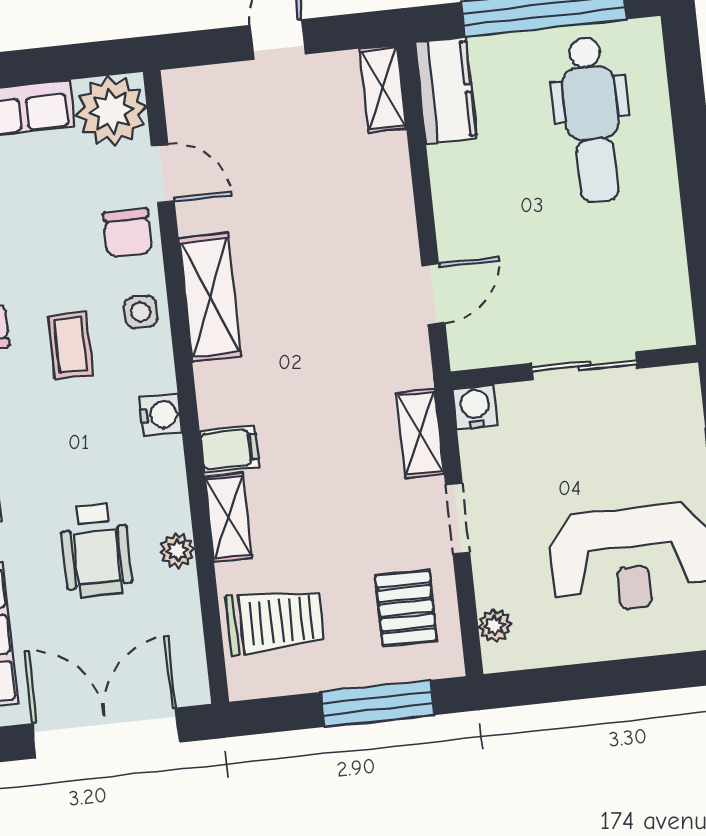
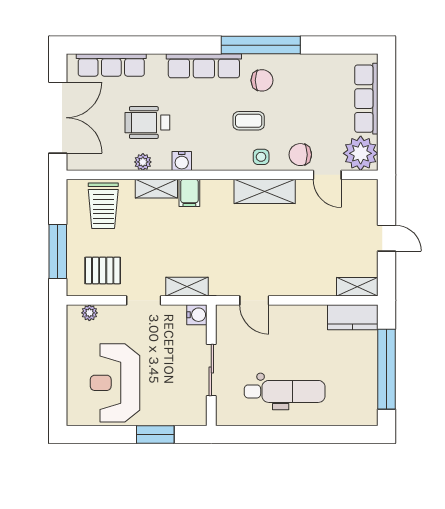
dental chair: (592, 119) -> (285, 391), moved, turned 180
door: (163, 174) -> (327, 175), hinge flipped
water cooler: (160, 415) -> (182, 161), moved

